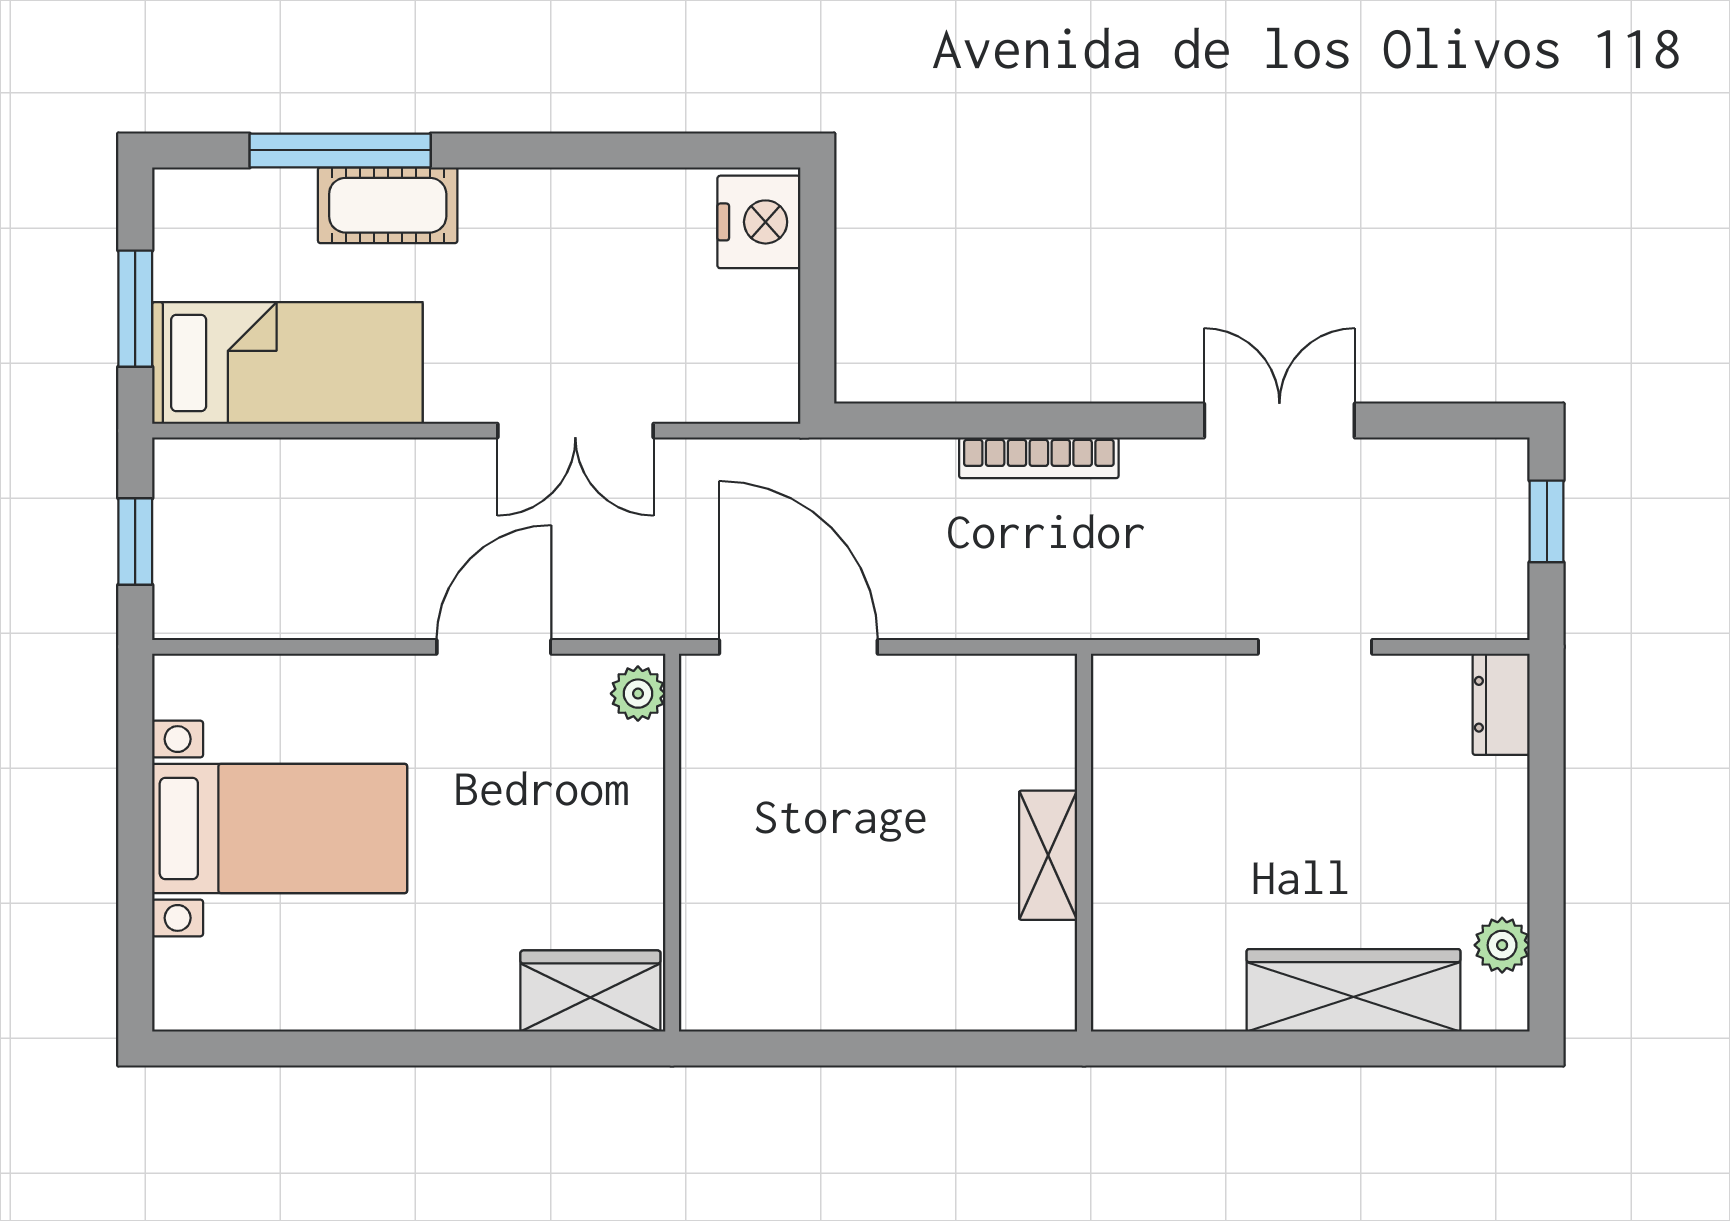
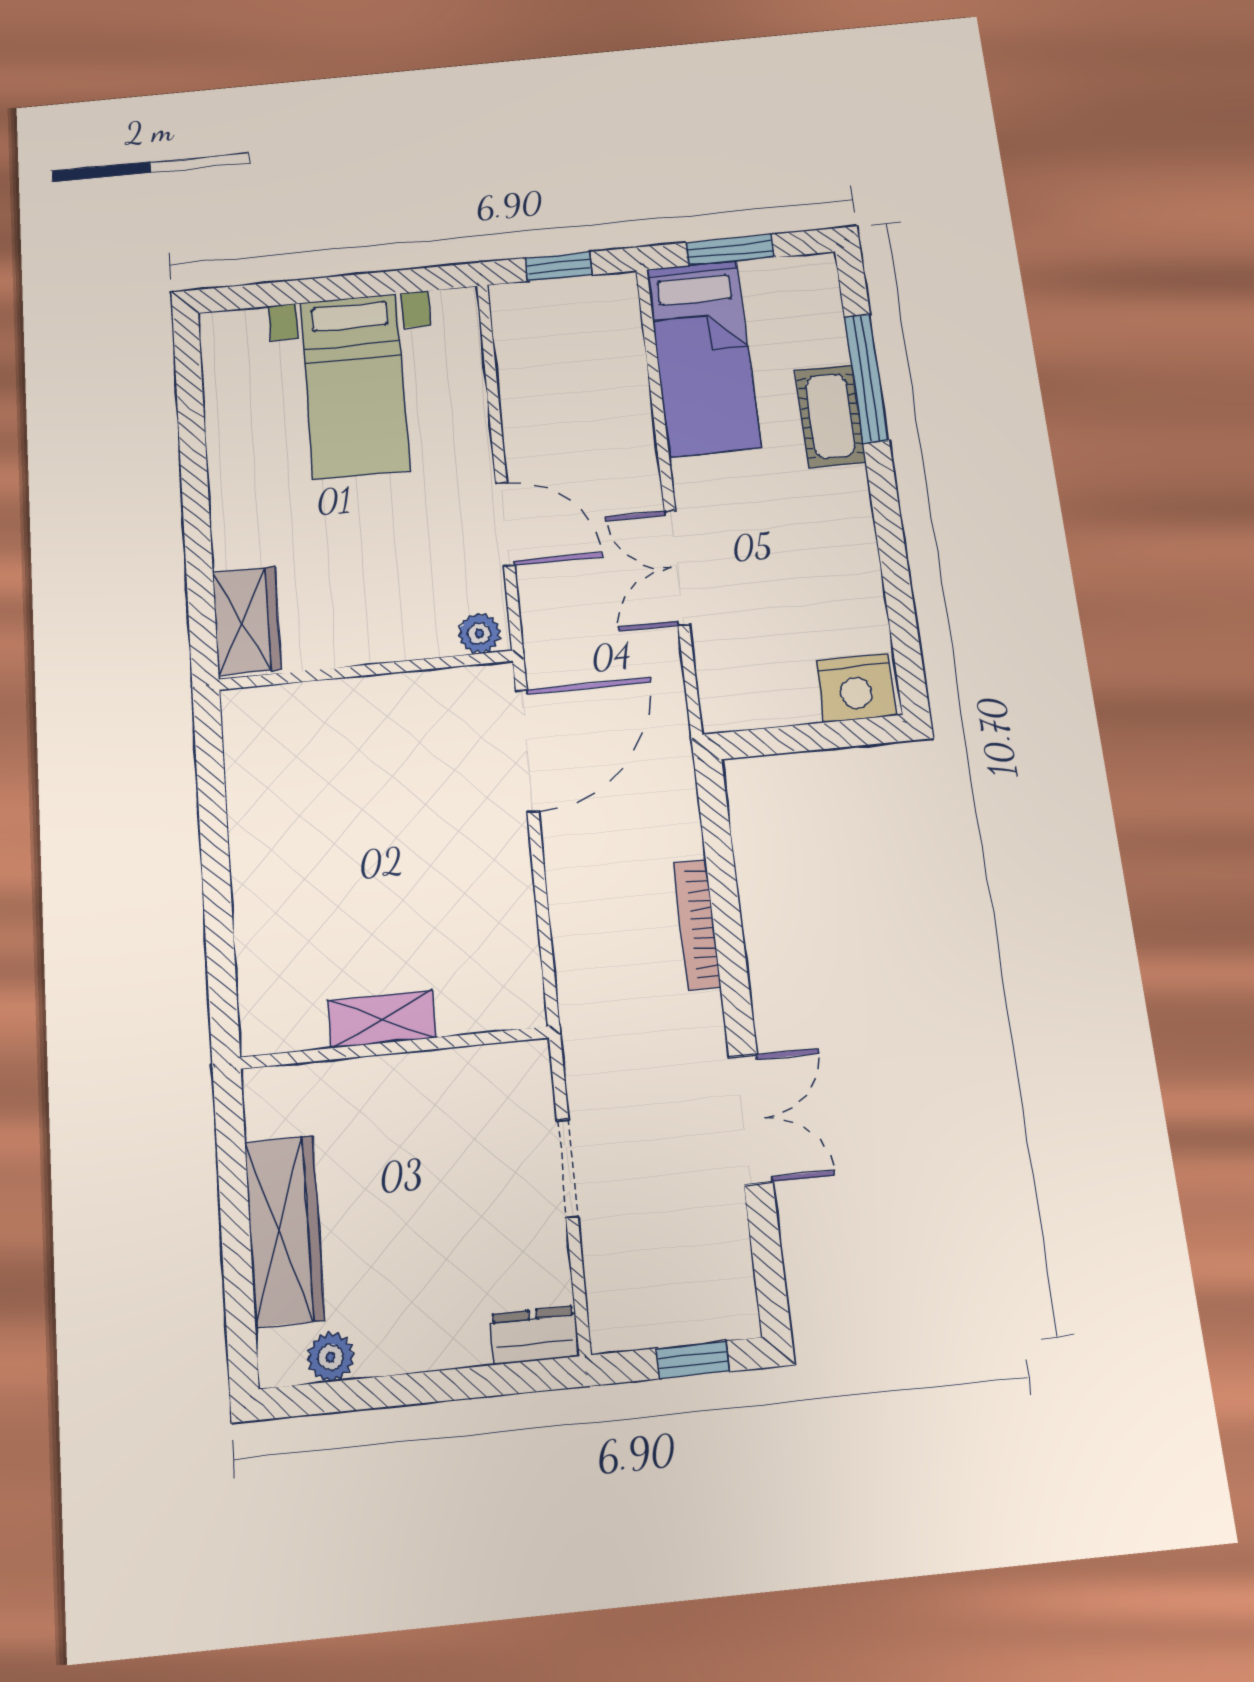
wall: (1084, 843) -> (395, 1048), moved
shelving: (1048, 855) -> (382, 1019), moved

